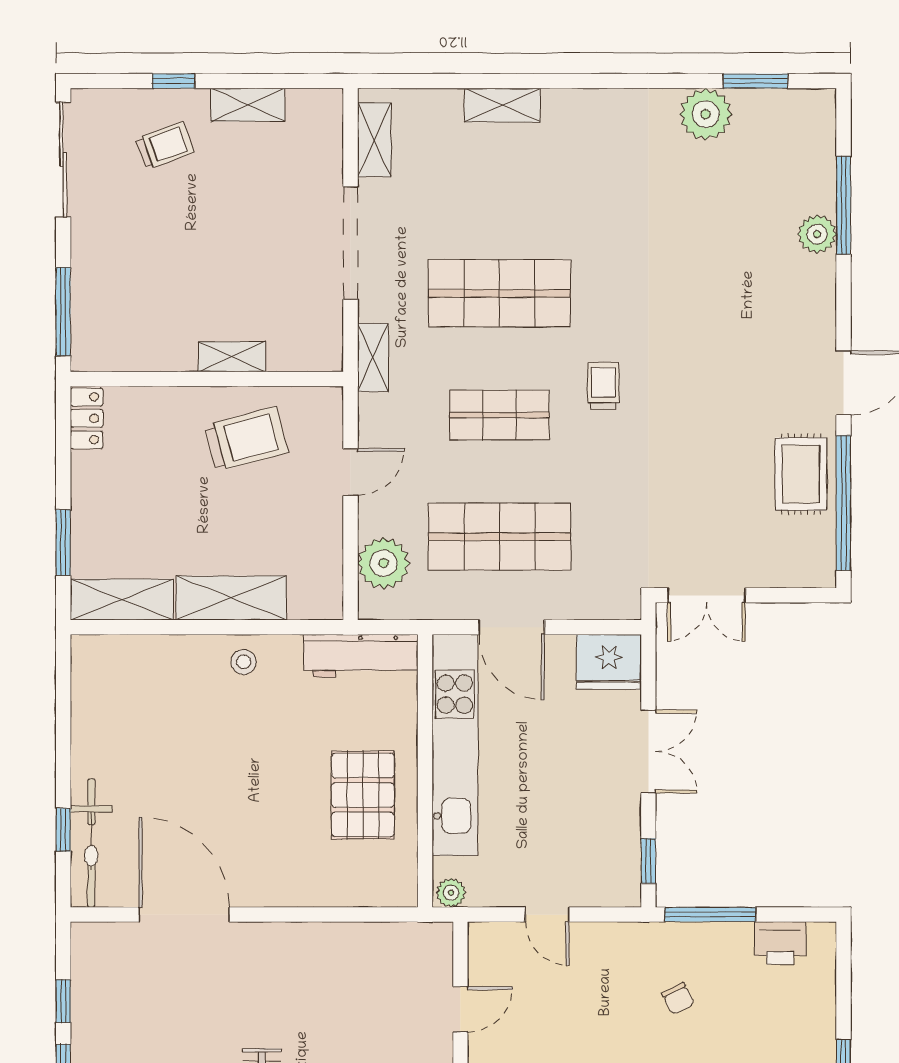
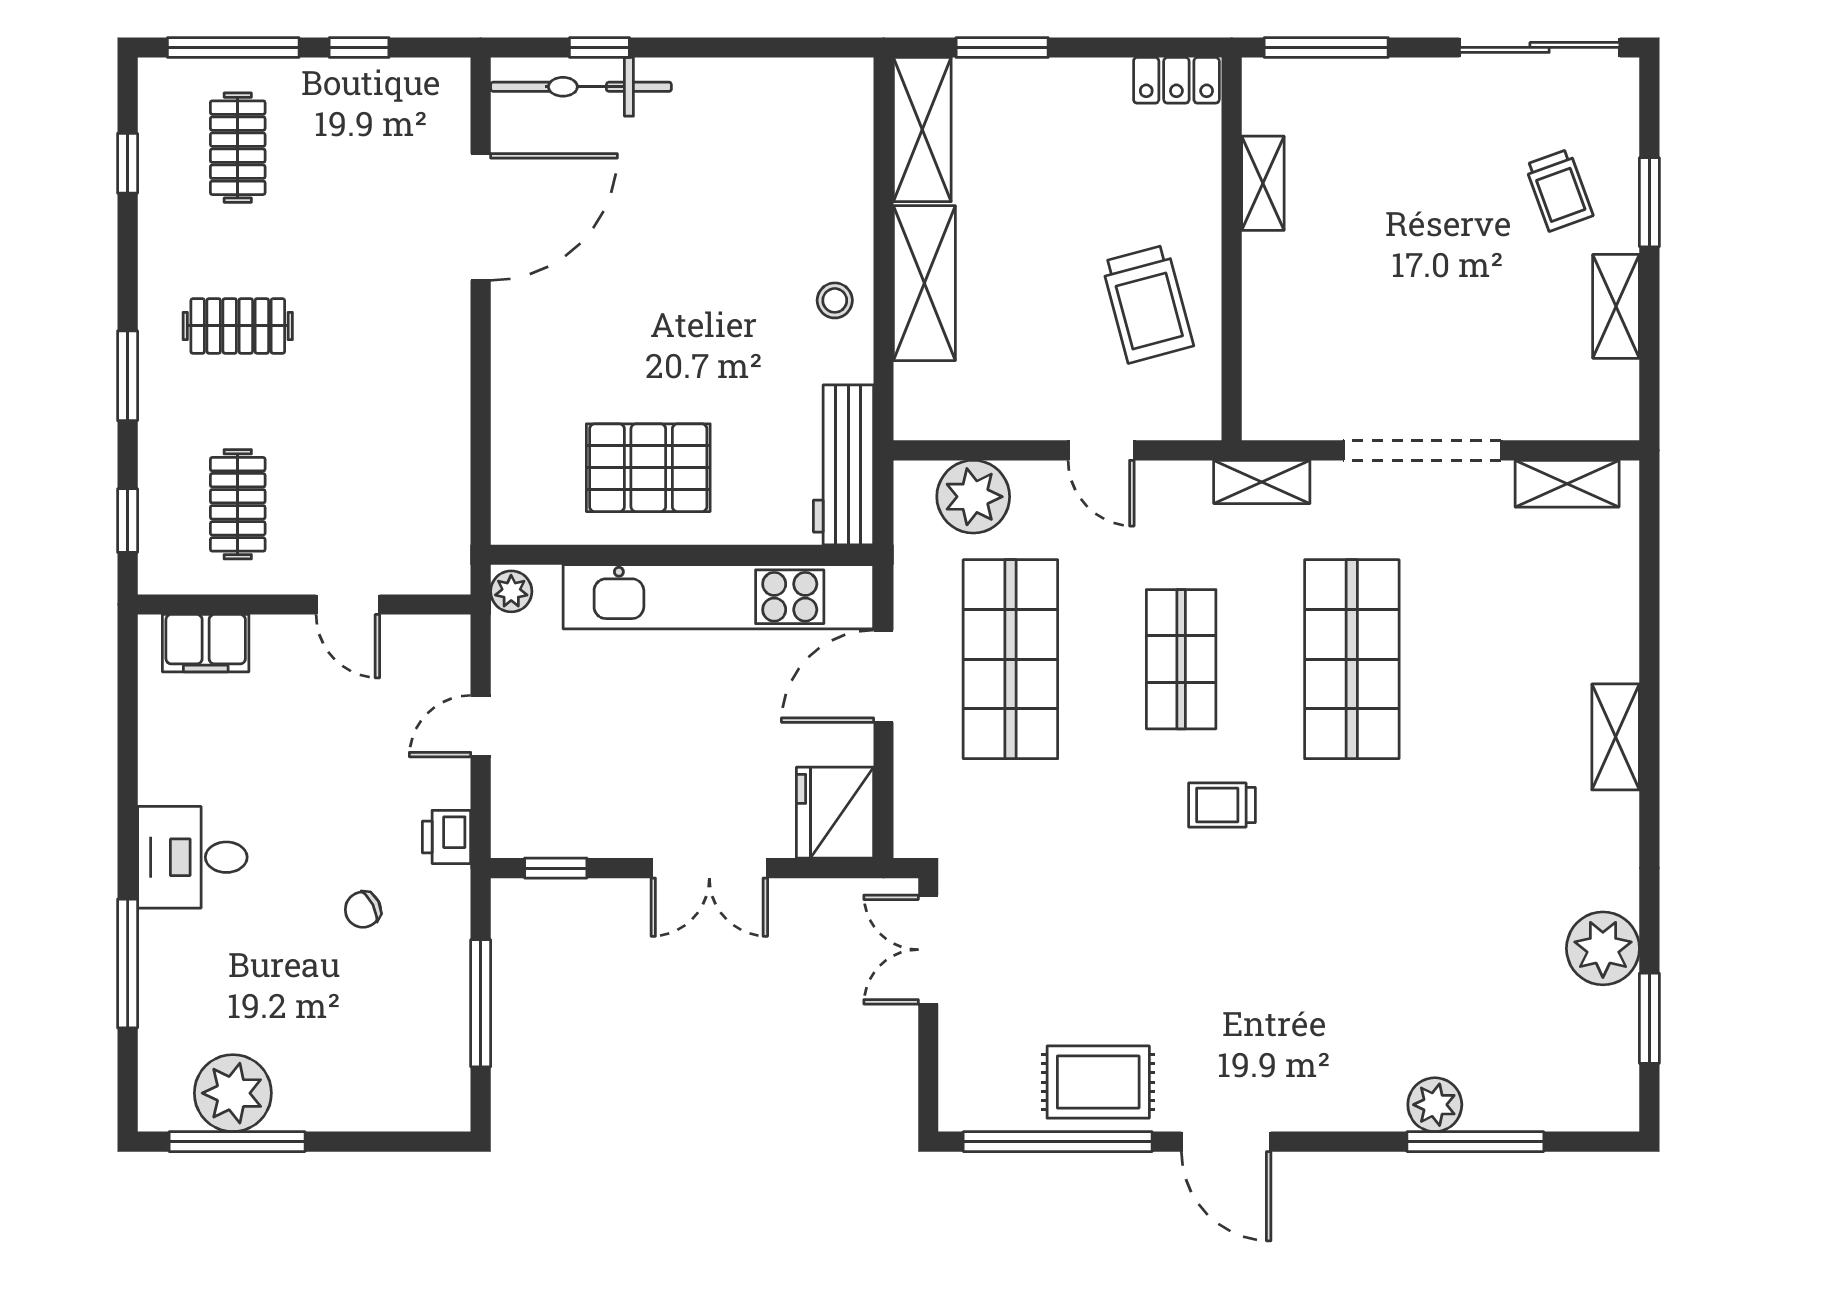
window: (173, 81) -> (1649, 202), width x1.50
shelving: (502, 105) -> (1616, 737), moved
shelving: (232, 357) -> (1263, 183), moved
trolley: (603, 386) -> (1222, 805), turned 180
window: (710, 915) -> (481, 1003), moved
printer: (780, 943) -> (447, 837), moved, width x0.73, depth x0.81

